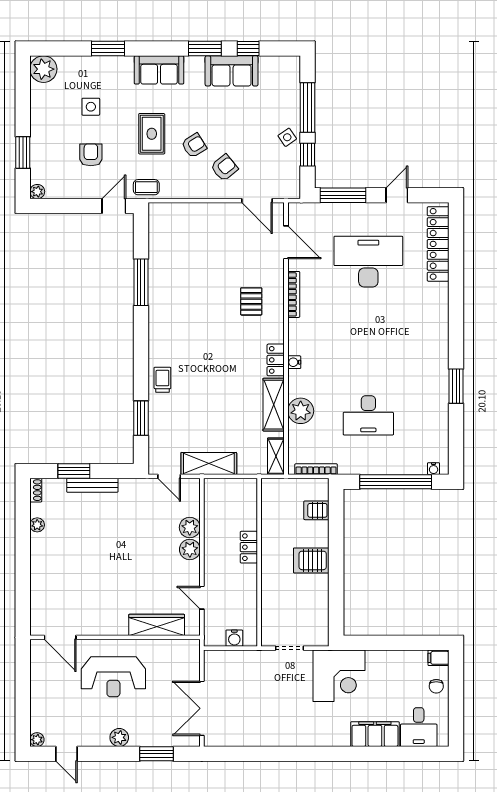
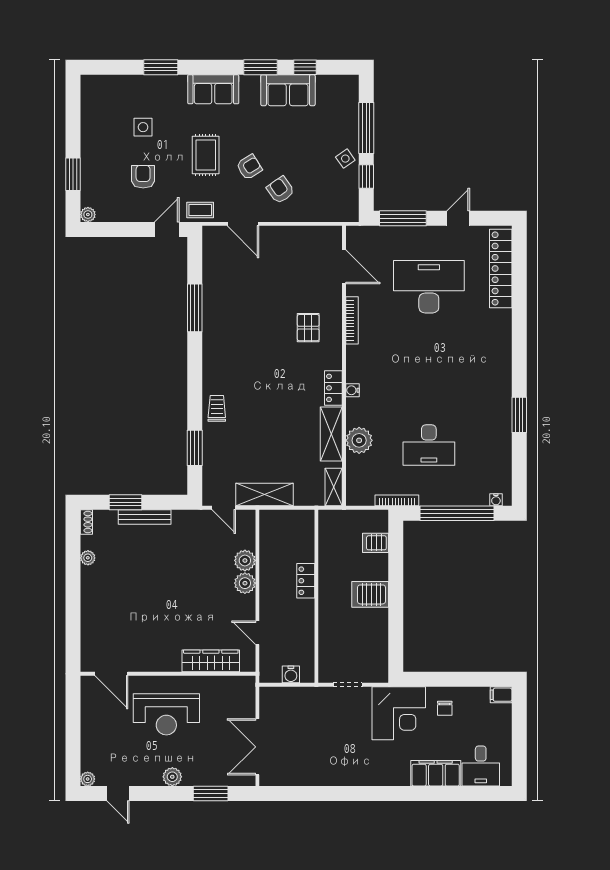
plant: (43, 69) -> (94, 88), removed
armchair: (224, 168) -> (280, 190), turned -86
door: (257, 201) -> (243, 224), moved
bookcase: (316, 469) -> (397, 500), moved
chair: (436, 686) -> (445, 708), moved

